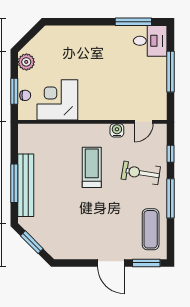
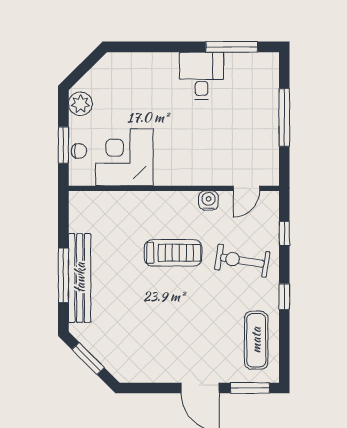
desk: (150, 41) -> (201, 76), moved, turned -90
treadmill: (92, 167) -> (173, 253), turned 90
window: (171, 198) -> (284, 297), width x0.46

